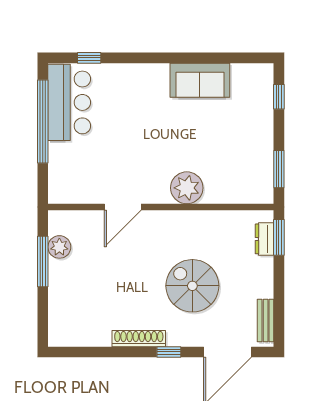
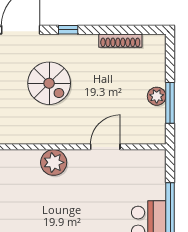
plant: (59, 247) -> (157, 96), moved
shoe rack: (139, 339) -> (120, 41), moved

